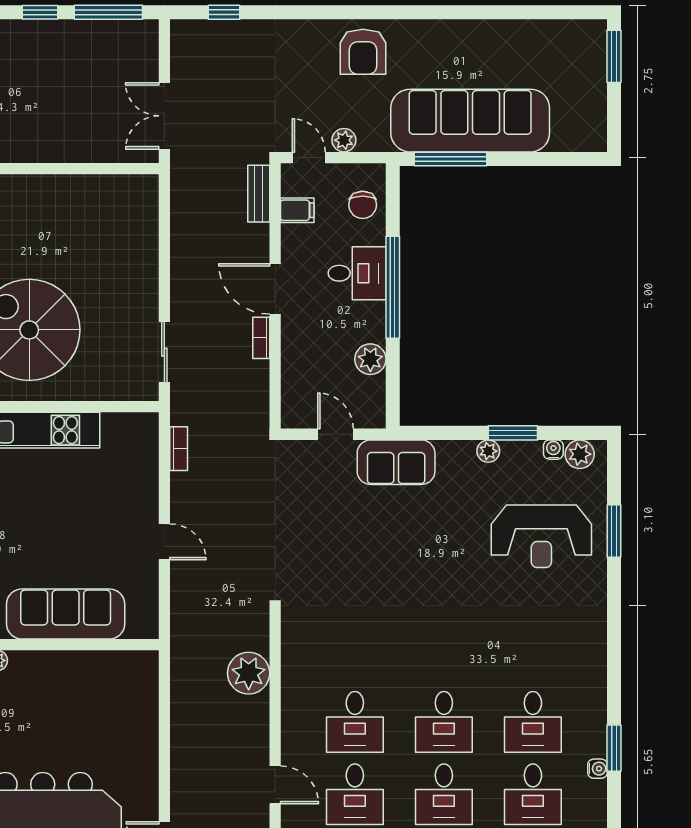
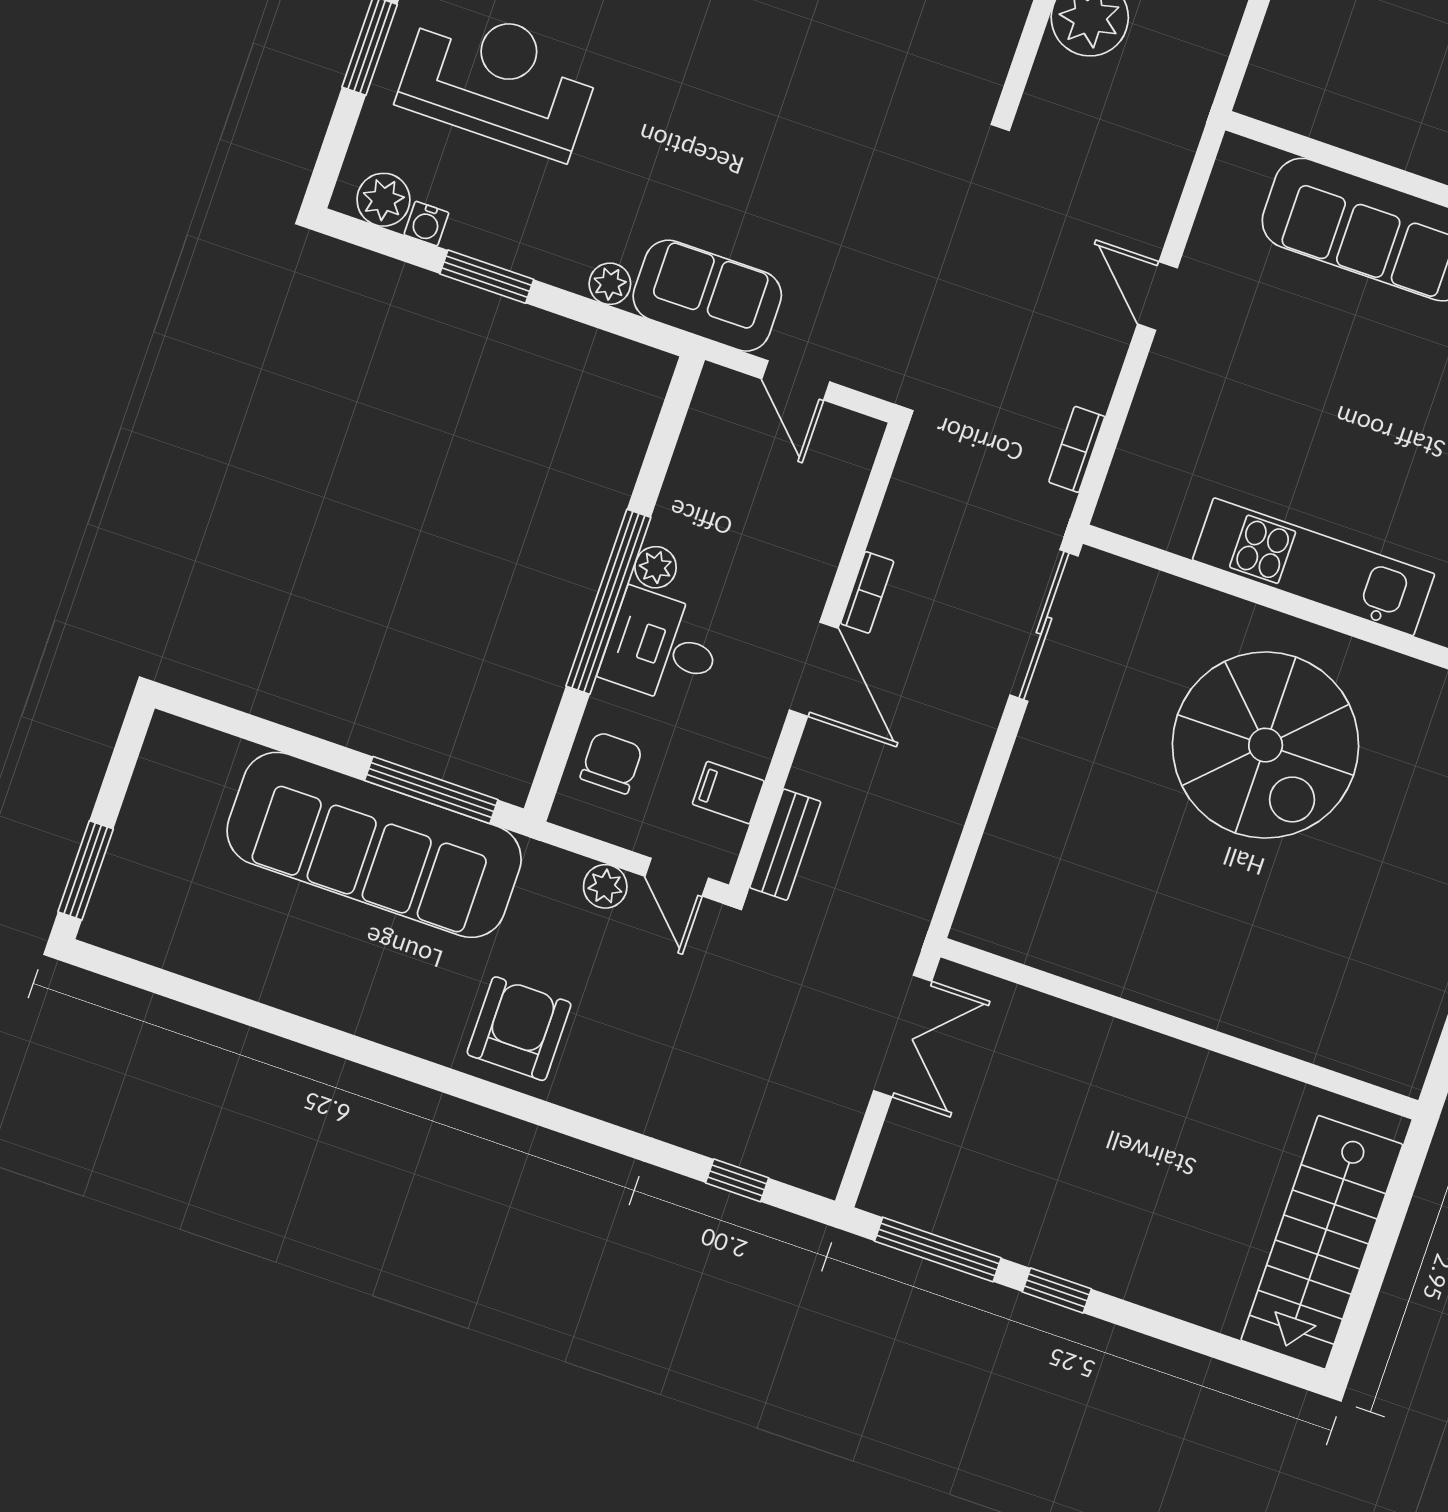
sliding door: (164, 352) -> (1044, 626), width x1.37
plant: (370, 359) -> (656, 567), moved, width x0.73, depth x0.73
plant: (488, 451) -> (610, 284), moved

